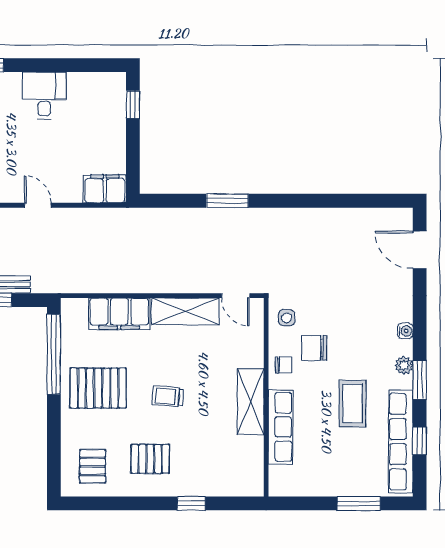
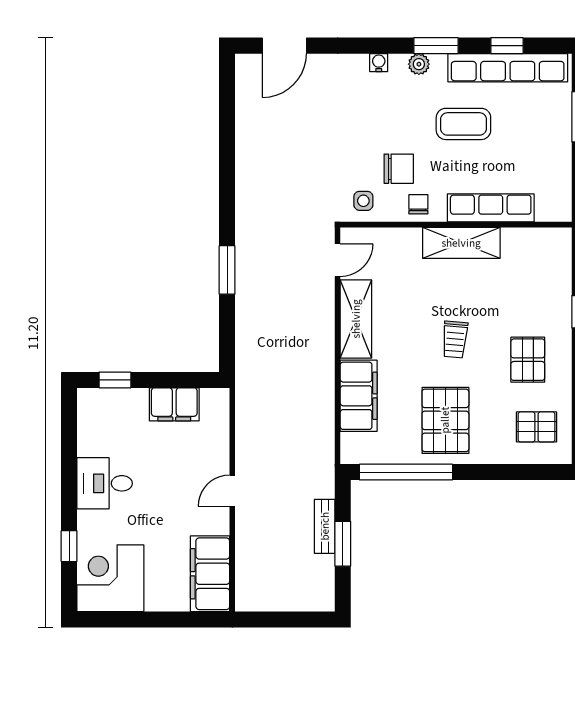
filing cabinet: (105, 189) -> (174, 404), moved, turned -90
chair: (314, 348) -> (399, 169), turned -90

